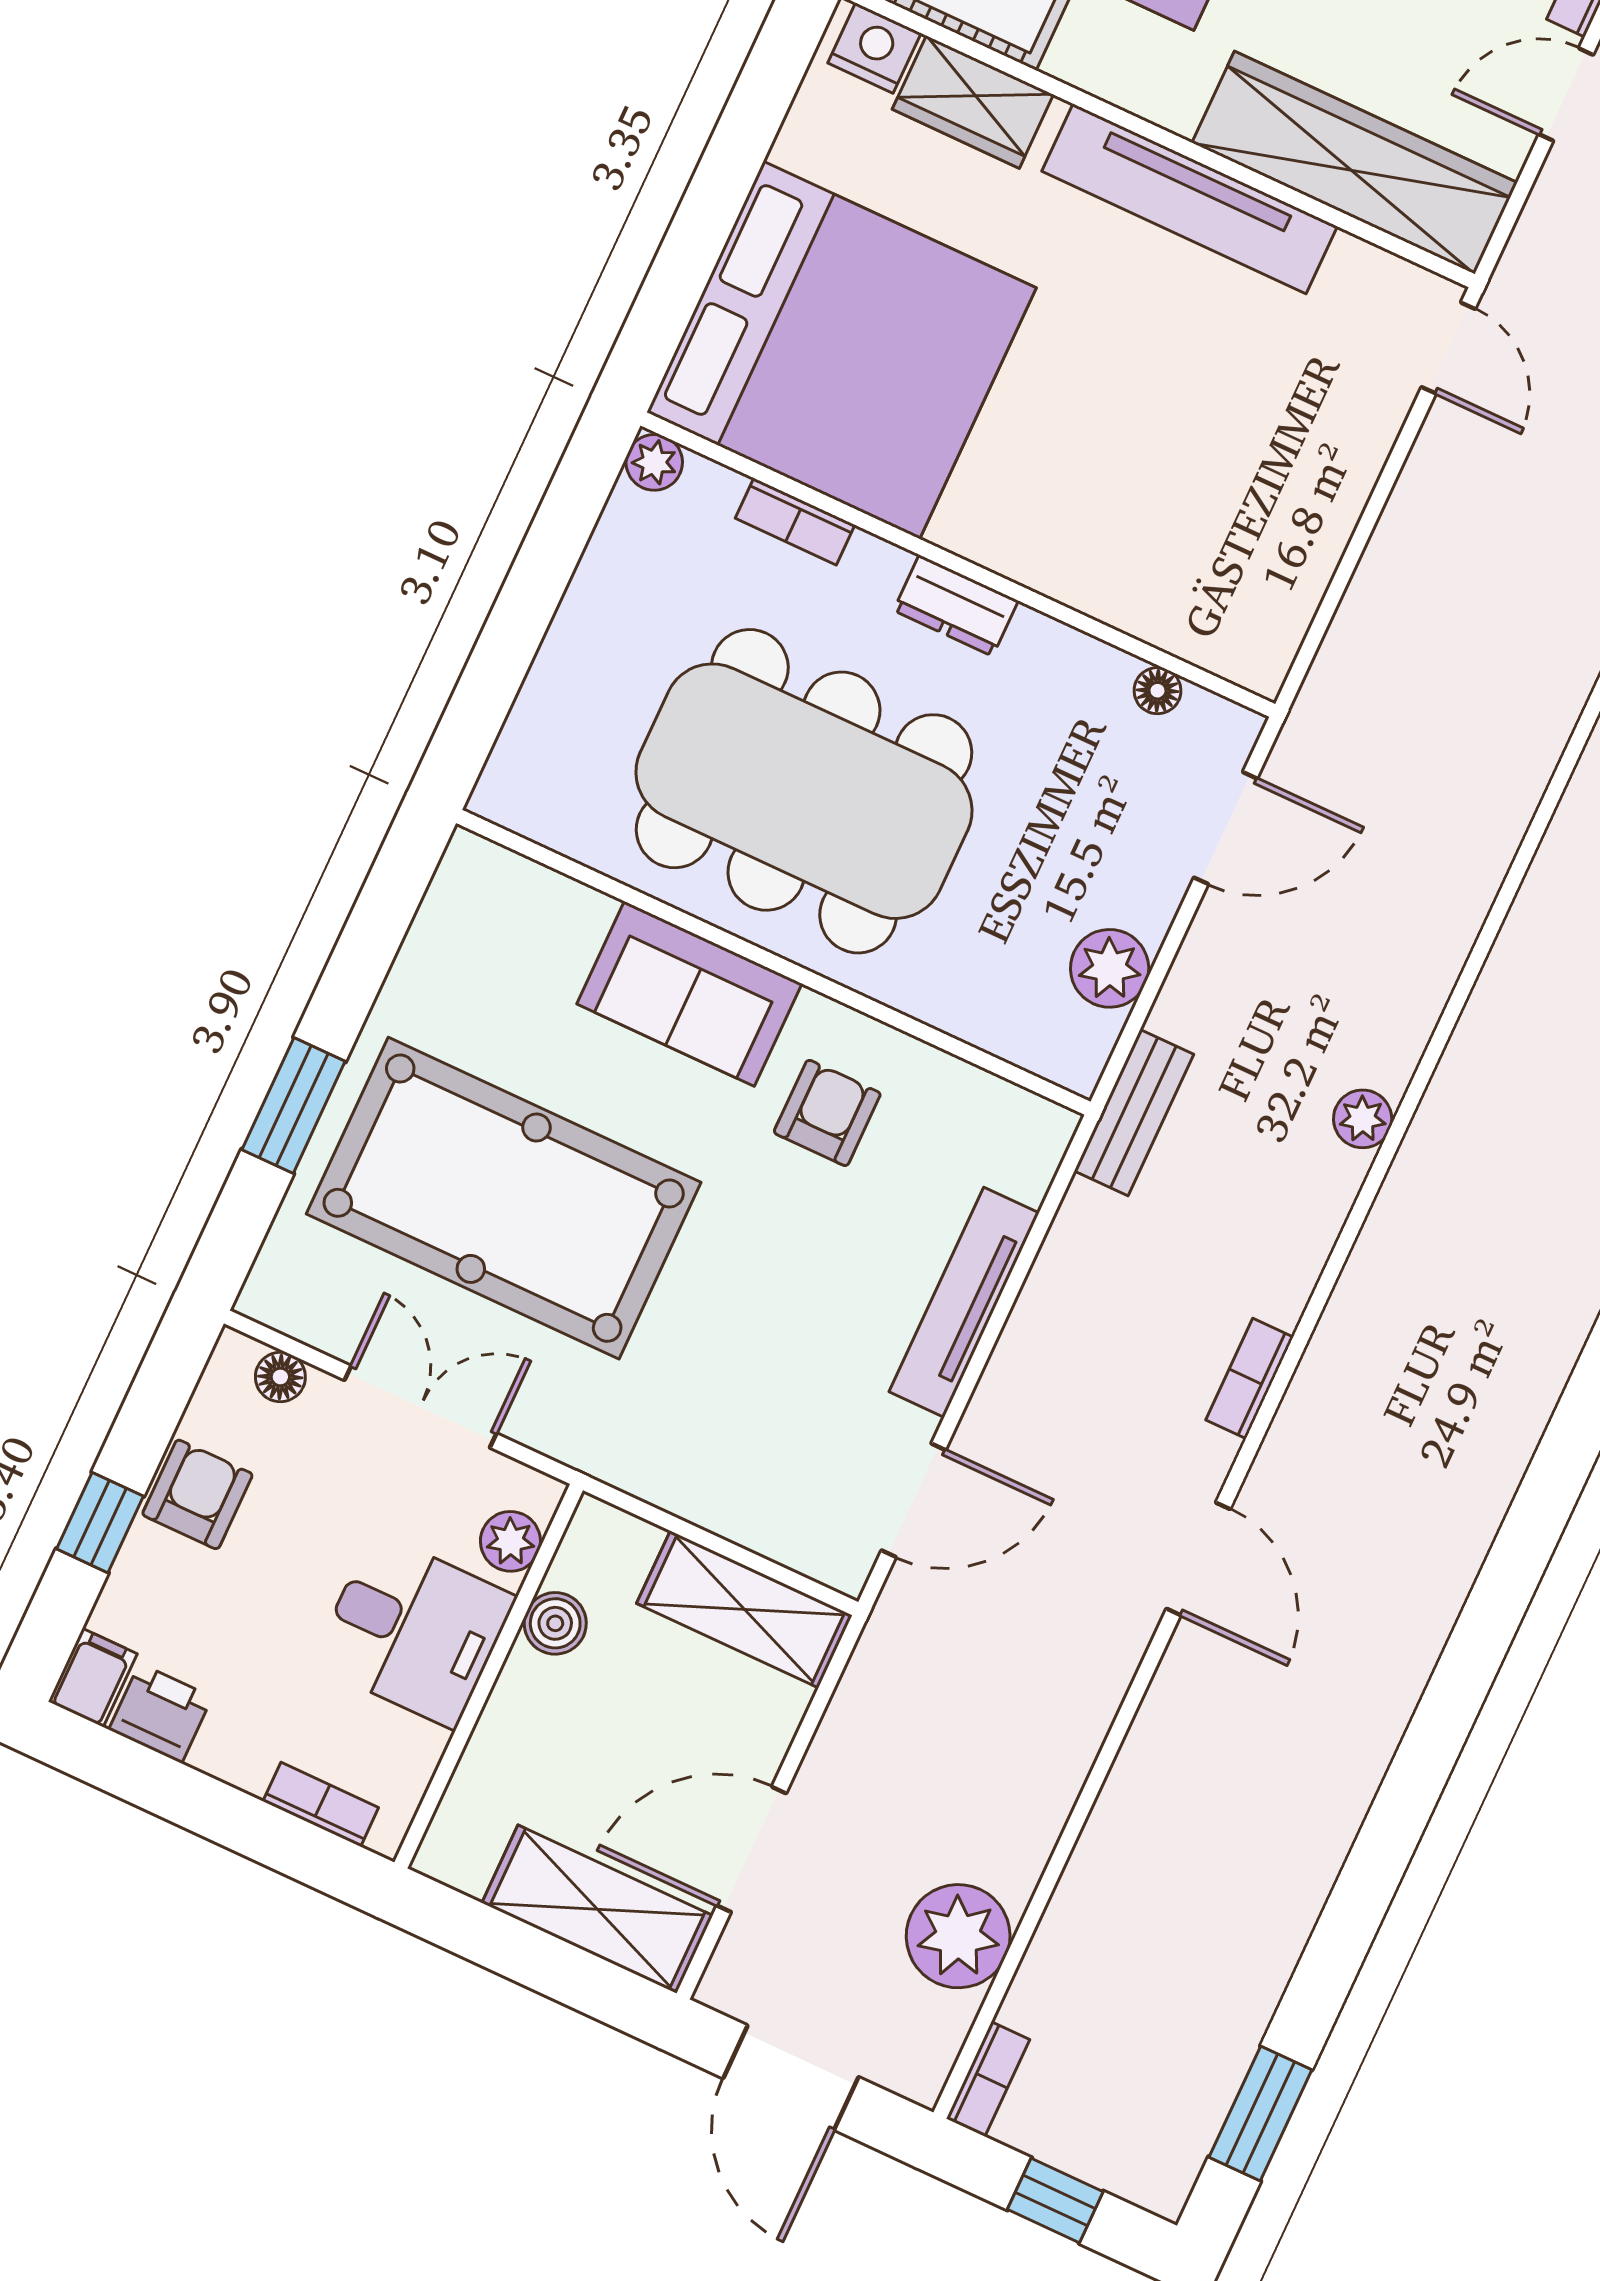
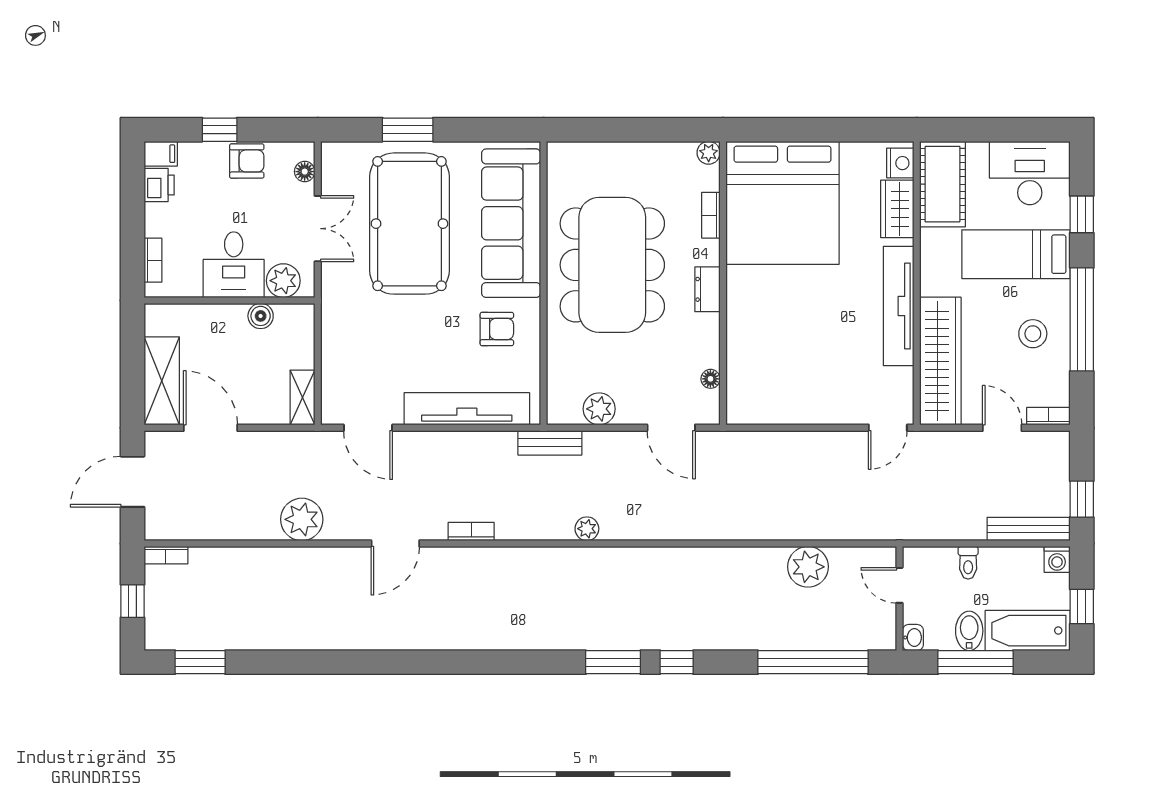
sofa: (689, 994) -> (511, 223), width x1.85, depth x1.27
tv unit: (964, 1302) -> (467, 409), width x1.36, depth x1.29
plant: (510, 1541) -> (283, 281), width x1.38, depth x1.38
shelving: (744, 1609) -> (303, 397), width x0.67, depth x0.75
plant: (958, 1936) -> (302, 519), moved

